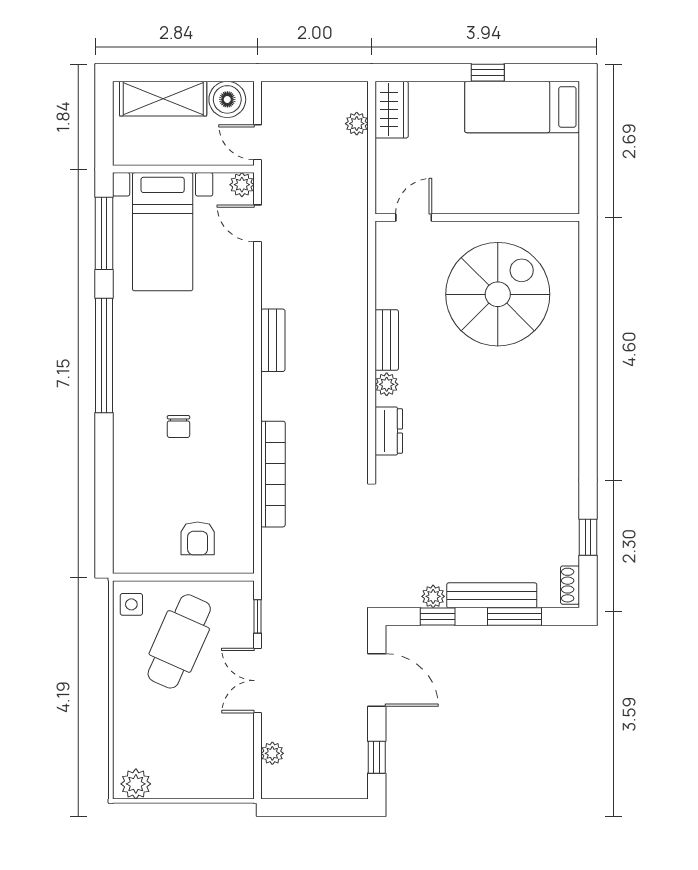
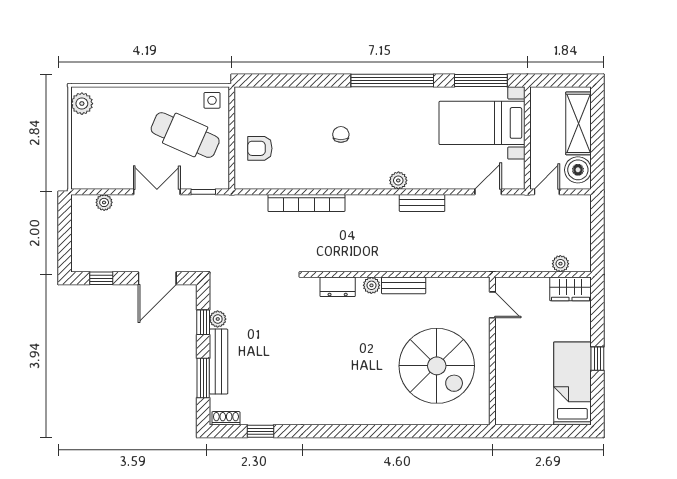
plant: (242, 185) -> (398, 180), moved
bench: (273, 340) -> (422, 203), moved
chair: (178, 427) -> (341, 134), turned 90

